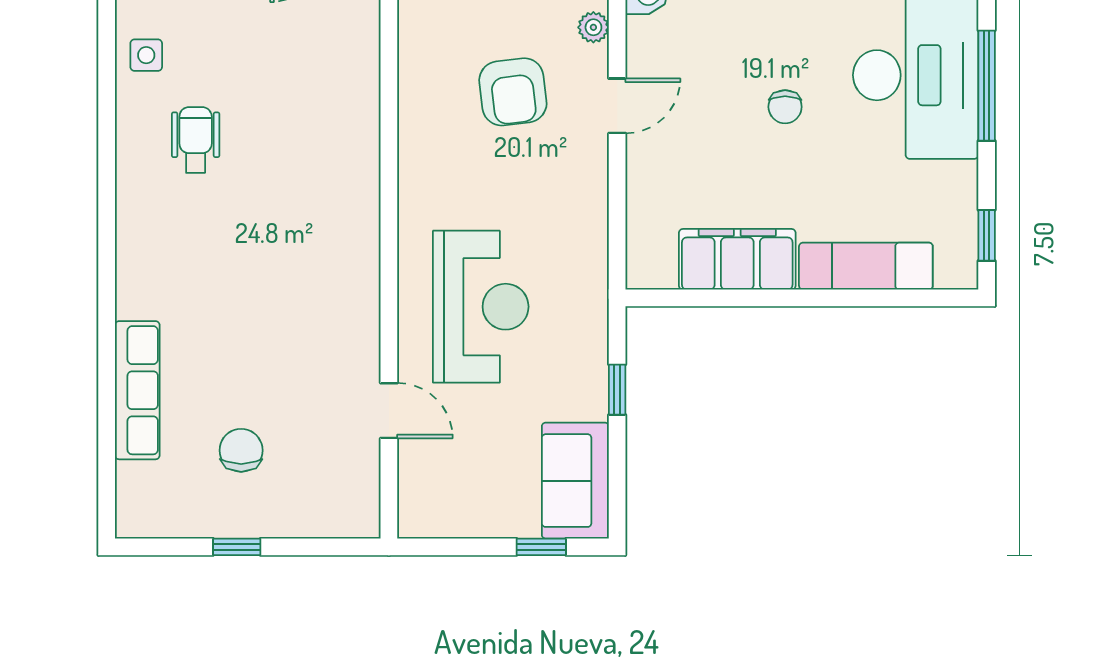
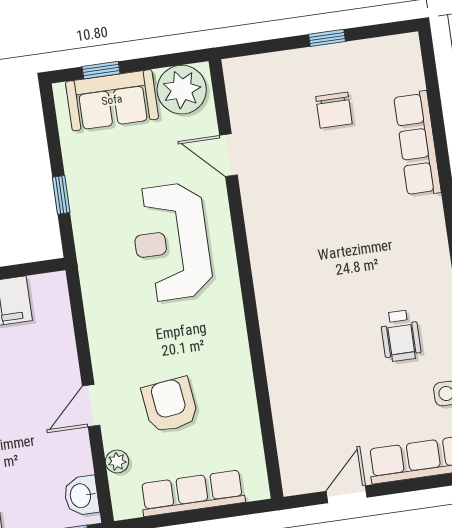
sofa: (575, 481) -> (112, 100), moved, turned 90
plant: (438, 506) -> (182, 90), added

